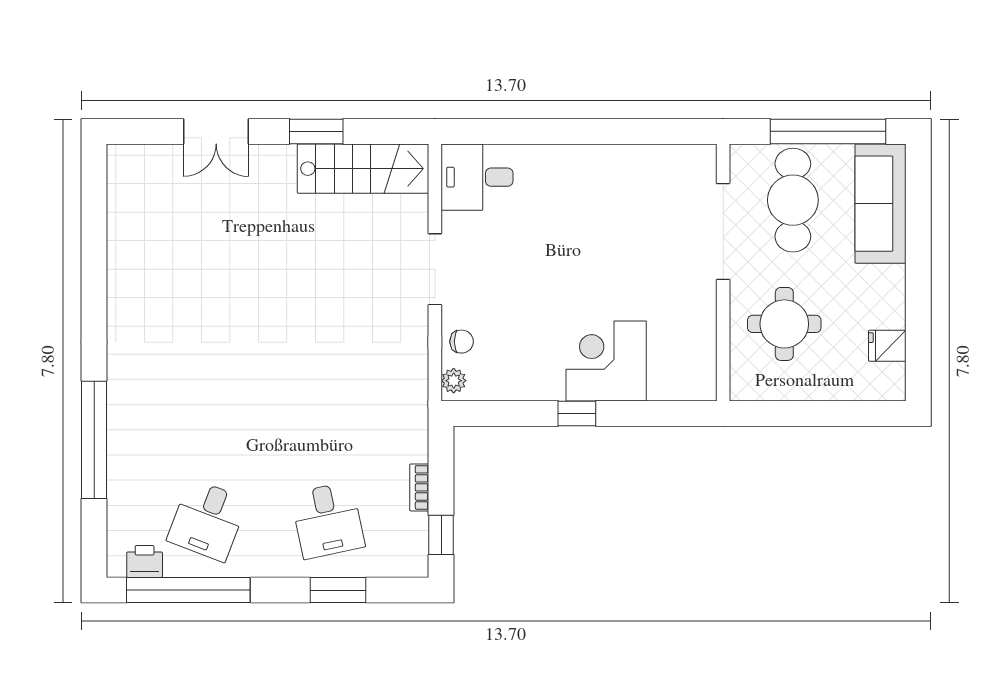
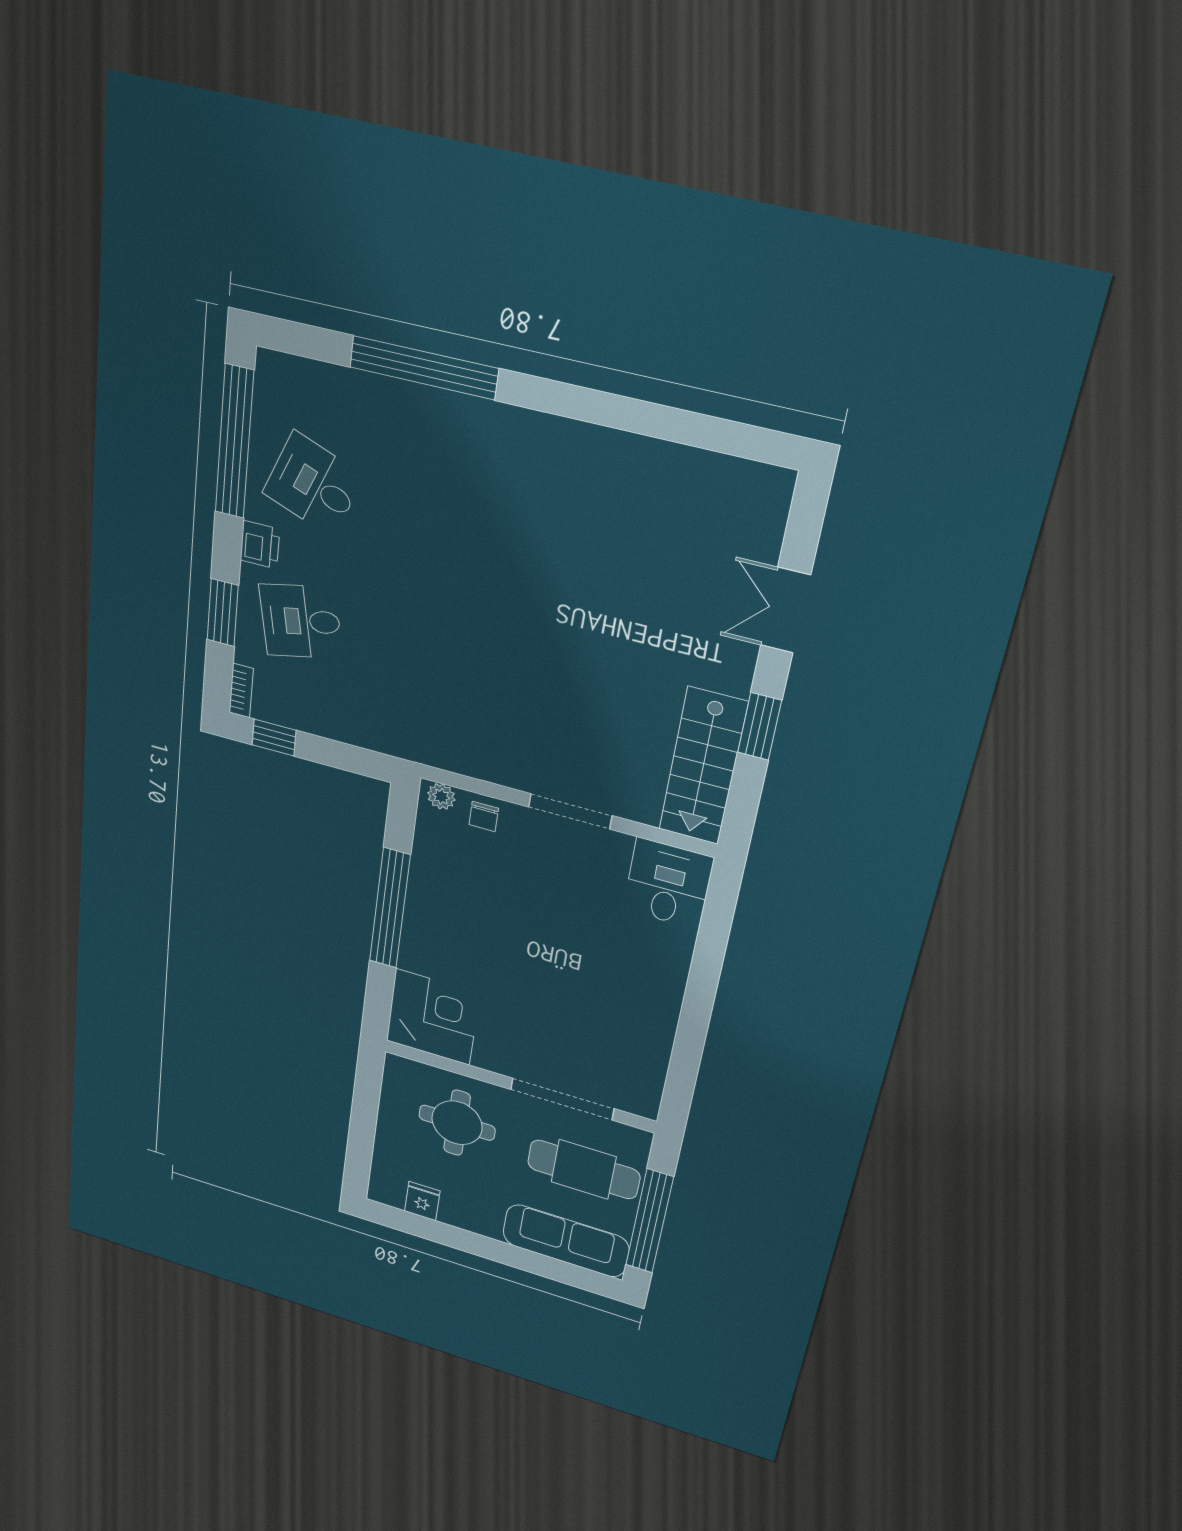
corner desk: (606, 361) -> (433, 1017), moved
window: (577, 413) -> (390, 908), width x3.17
bookcase: (419, 487) -> (241, 691), moved, turned 90
printer: (145, 562) -> (260, 545), moved

